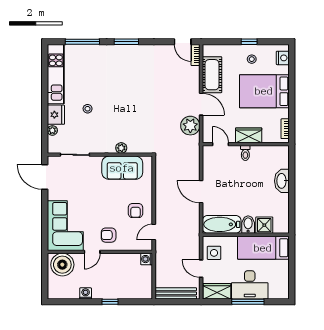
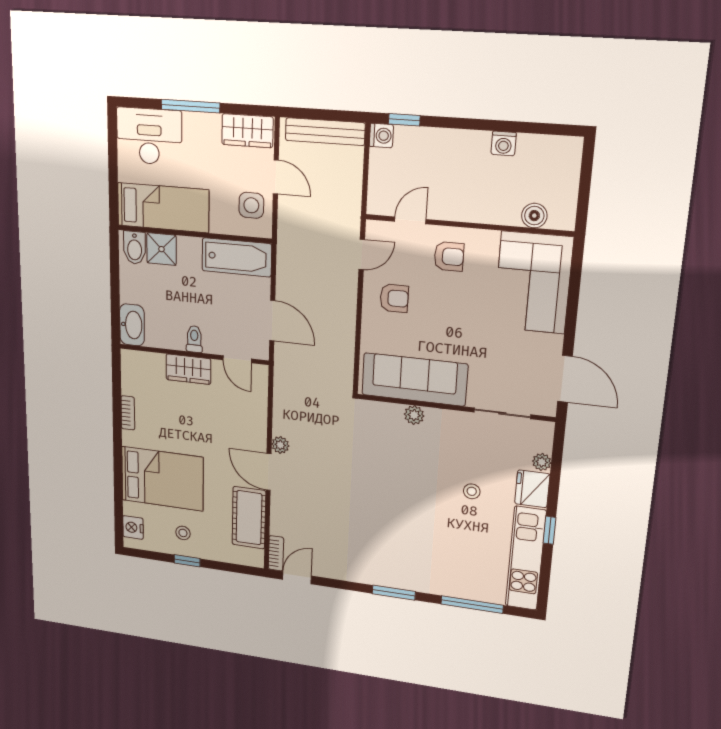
door: (183, 42) -> (297, 578), hinge flipped
window: (45, 92) -> (550, 530), added
plant: (190, 126) -> (280, 445), width x0.53, depth x0.53
wardrobe: (249, 135) -> (188, 369), moved
door: (220, 144) -> (237, 359), moved
wall: (246, 144) -> (193, 354), moved
toilet: (245, 153) -> (194, 339), moved
sofa: (122, 168) -> (414, 379), width x1.36
armchair: (136, 211) -> (394, 298), turned 90
bidet: (248, 225) -> (135, 248), moved
door: (92, 252) -> (410, 220), moved
washing machine: (147, 259) -> (381, 136), moved
boiler: (62, 265) -> (534, 216), width x0.54, depth x0.54
desk: (250, 285) -> (149, 136), moved
window: (110, 302) -> (404, 120), moved

